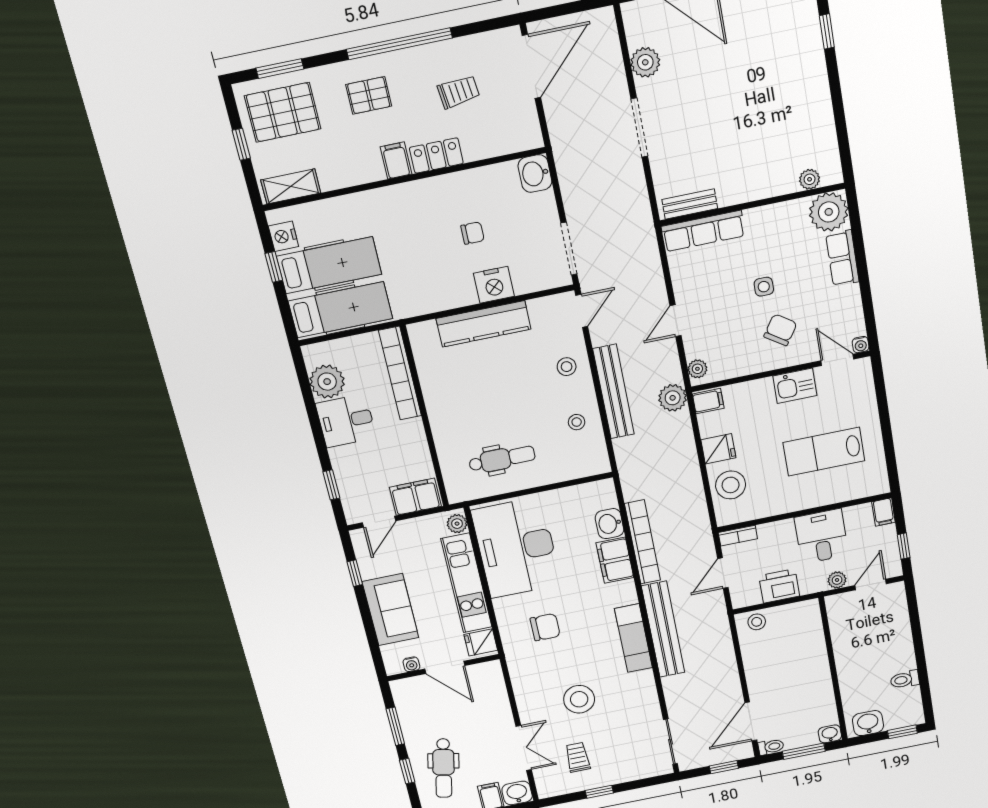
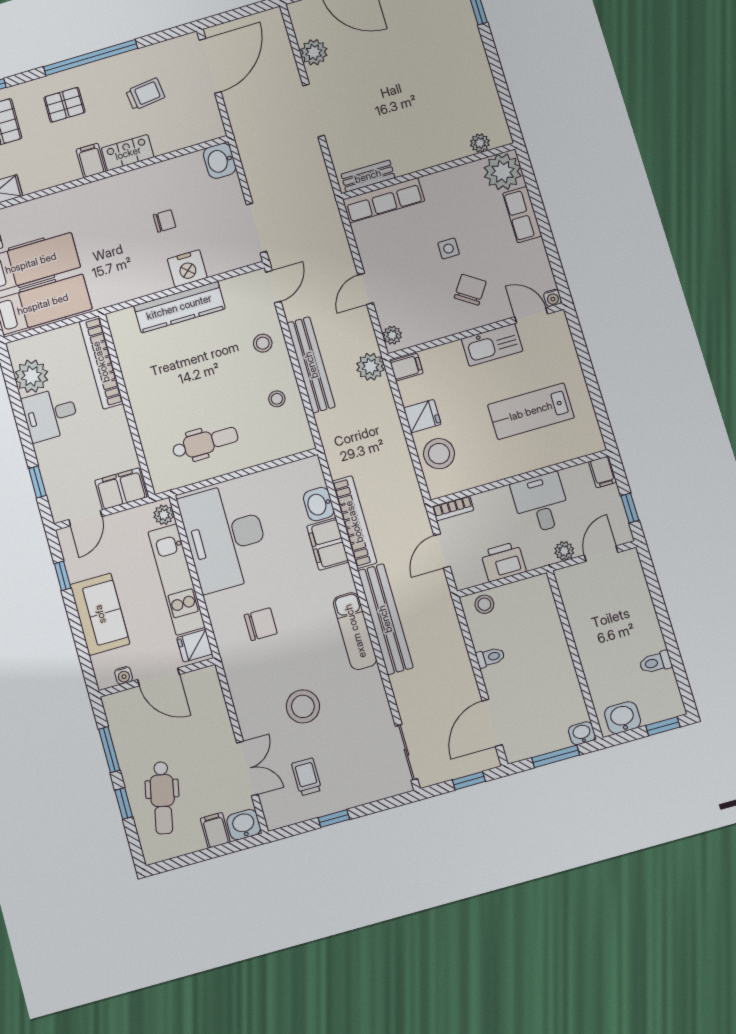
kitchen sink: (795, 386) -> (492, 345), width x1.38
toilet: (771, 747) -> (490, 657), moved

